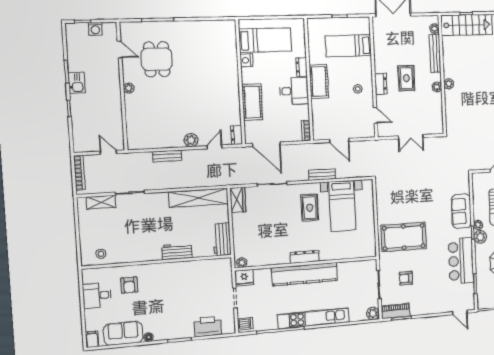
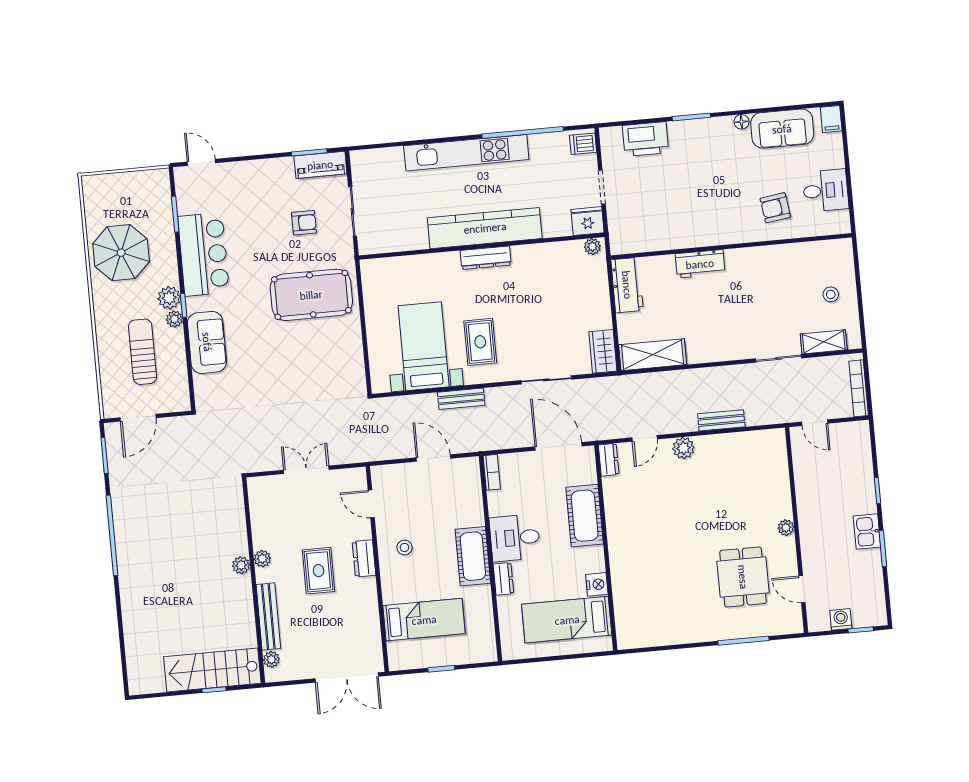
shelving: (199, 198) -> (653, 355), width x0.68
stool: (101, 254) -> (831, 294), moved
armchair: (129, 285) -> (775, 208), turned -98
plant: (373, 313) -> (361, 161), removed

